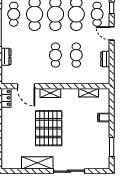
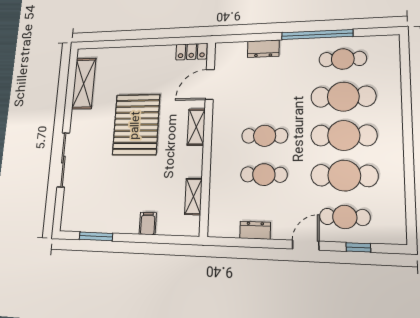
pallet: (49, 128) -> (136, 125), turned 90
shelving: (37, 163) -> (84, 83), moved

